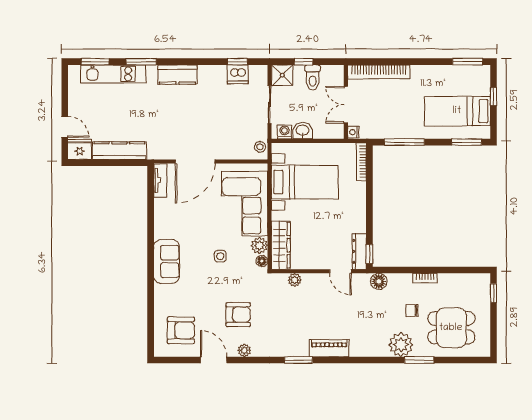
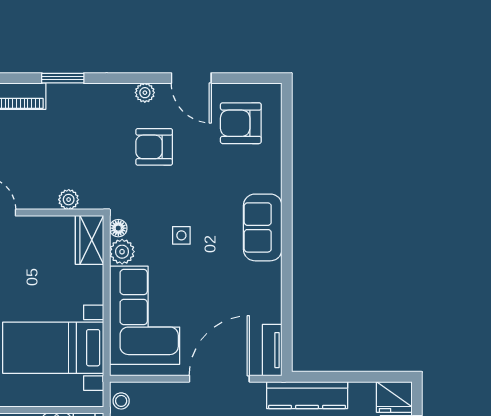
kitchen counter: (119, 151) -> (307, 395), moved
wardrobe: (281, 245) -> (90, 240), width x0.67

